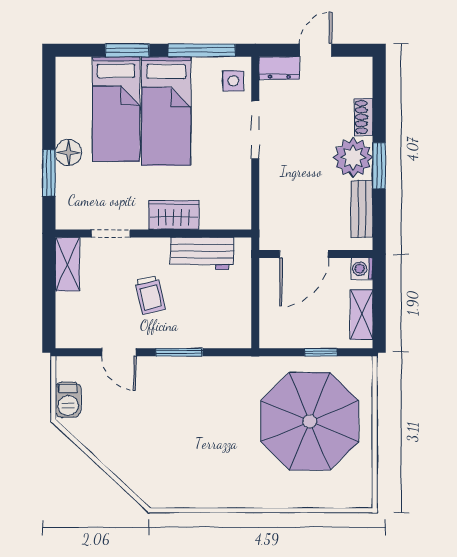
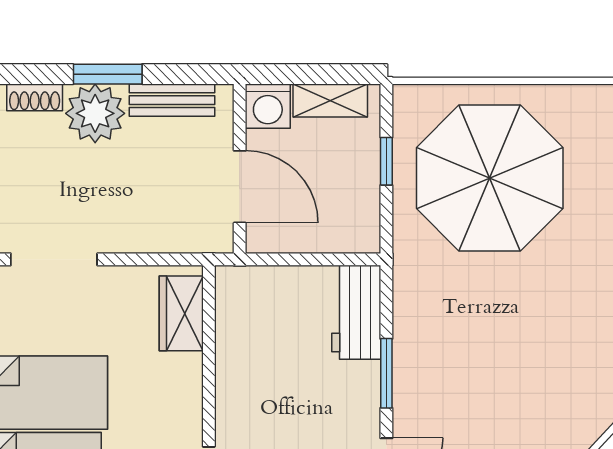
wardrobe: (174, 215) -> (181, 313), moved
workbench: (202, 254) -> (356, 312), moved, turned 180
washing machine: (362, 269) -> (268, 106), width x1.38, depth x1.38
trolley: (150, 295) -> (301, 417), removed

